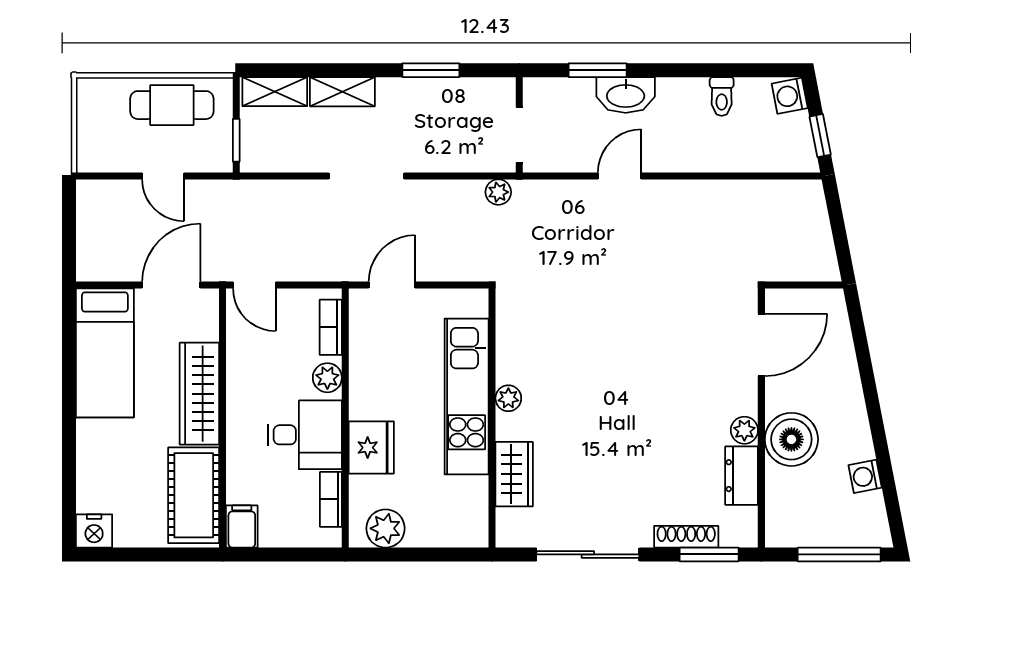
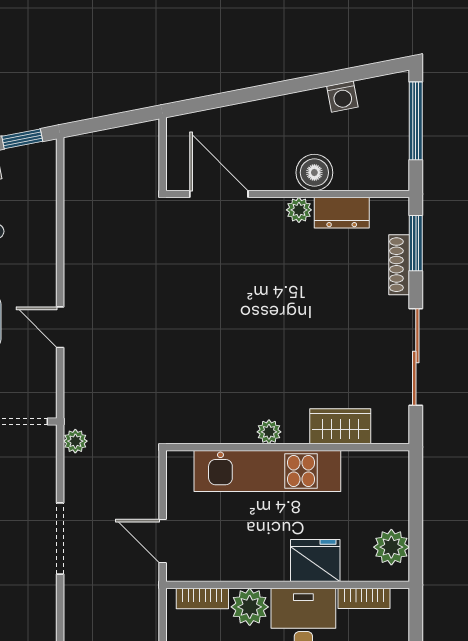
doorway: (366, 176) -> (60, 539), moved
plant: (327, 378) -> (250, 607), width x1.38, depth x1.38
boiler: (791, 439) -> (314, 173), width x0.73, depth x0.73

